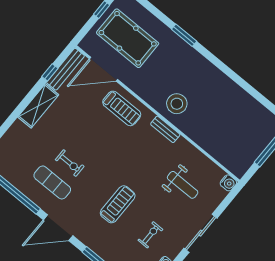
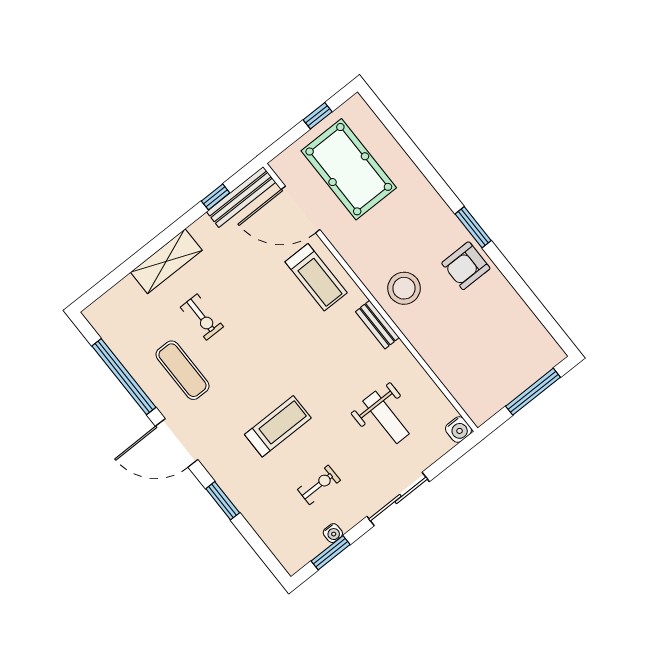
window: (184, 35) -> (473, 227), moved
armchair: (212, 82) -> (466, 266), added
shelving: (38, 106) -> (166, 261), moved
exercise bike: (70, 163) -> (202, 317), moved

